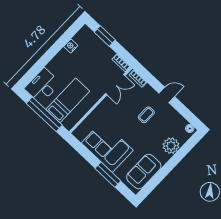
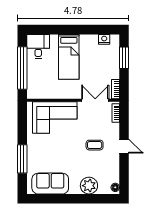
nightstand: (71, 46) -> (104, 39), moved
double door: (115, 85) -> (95, 100), swing flipped
desk: (42, 86) -> (38, 46), width x0.73
bed: (68, 100) -> (69, 57), moved, turned 90
corner sofa: (107, 147) -> (55, 117), moved, turned 90

